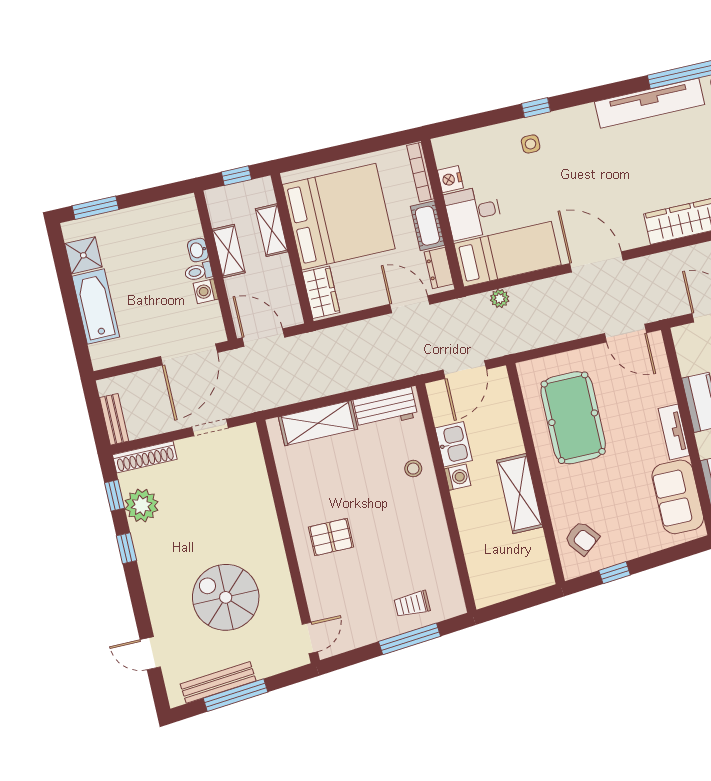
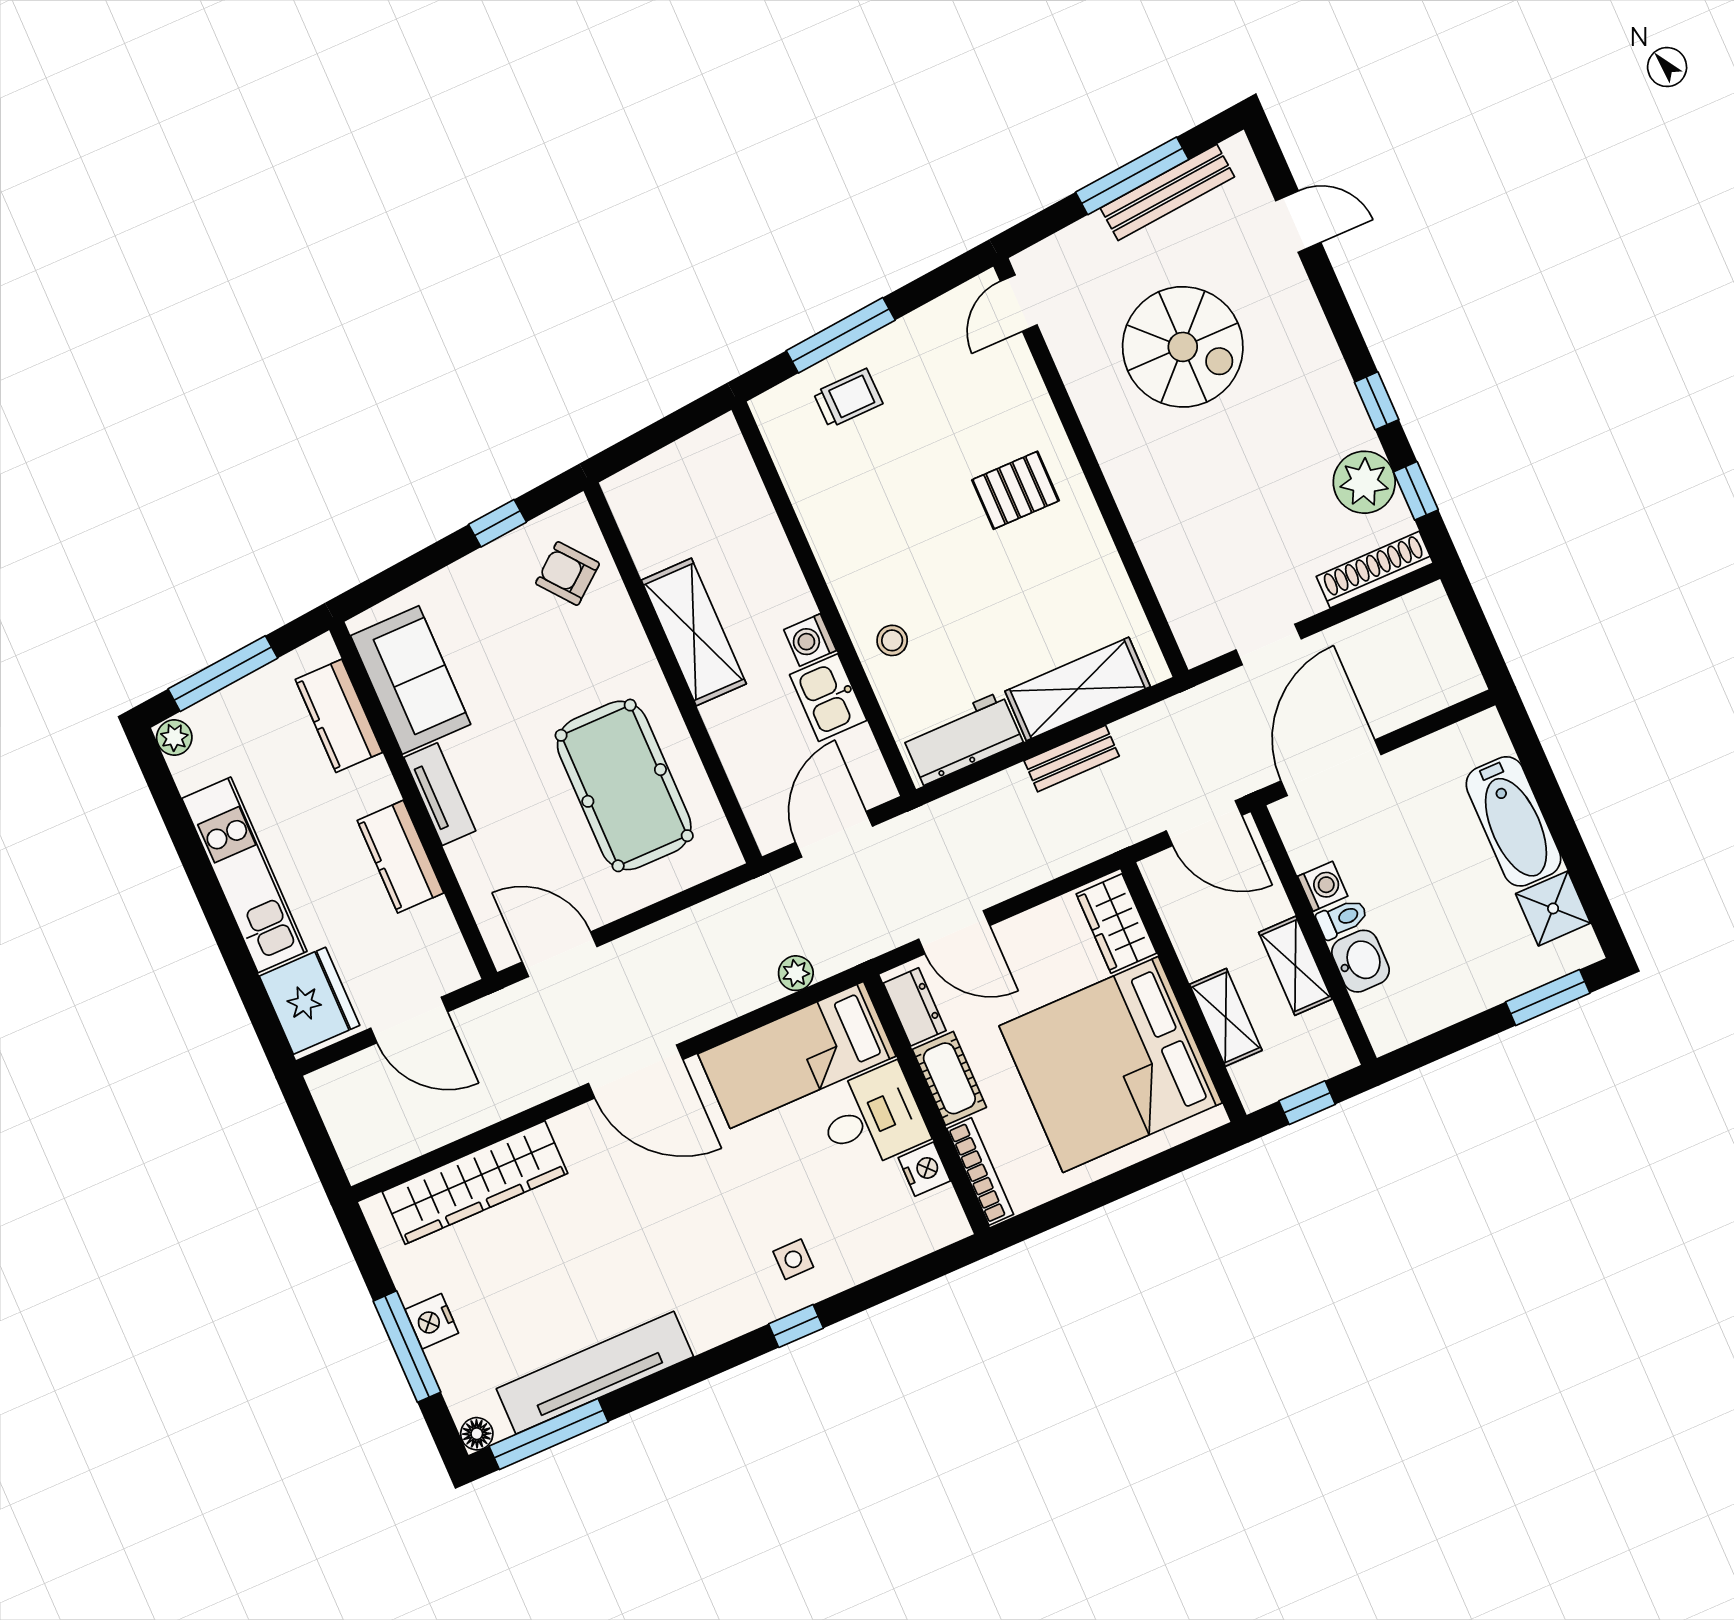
washbasin: (198, 250) -> (1360, 961), width x1.38, depth x1.45
bench: (114, 419) -> (1072, 758), moved, turned 90

